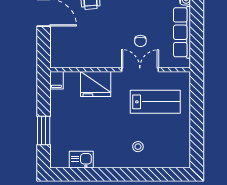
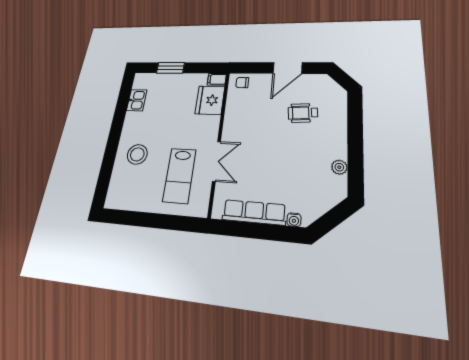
chair: (140, 41) -> (242, 83), moved
fridge: (96, 84) -> (210, 100), moved
stool: (138, 147) -> (137, 154), width x1.89, depth x1.89

